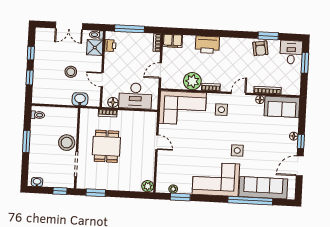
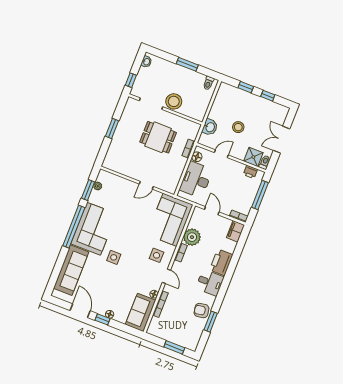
desk: (291, 52) -> (210, 283), moved
plant: (148, 186) -> (108, 163), removed
window: (96, 193) -> (112, 129), moved
window: (250, 201) -> (74, 227), moved

